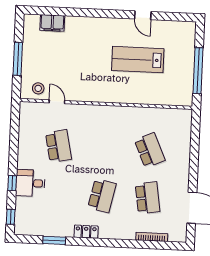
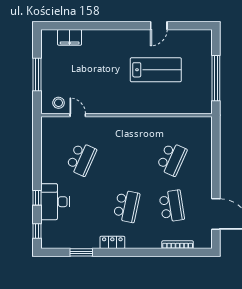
door: (143, 15) -> (159, 26), hinge flipped
lab bench: (138, 60) -> (156, 70), turned 180
school desk: (59, 146) -> (81, 159), turned 36
school desk: (150, 150) -> (172, 159), turned 48
desk: (30, 183) -> (55, 202), width x1.37

